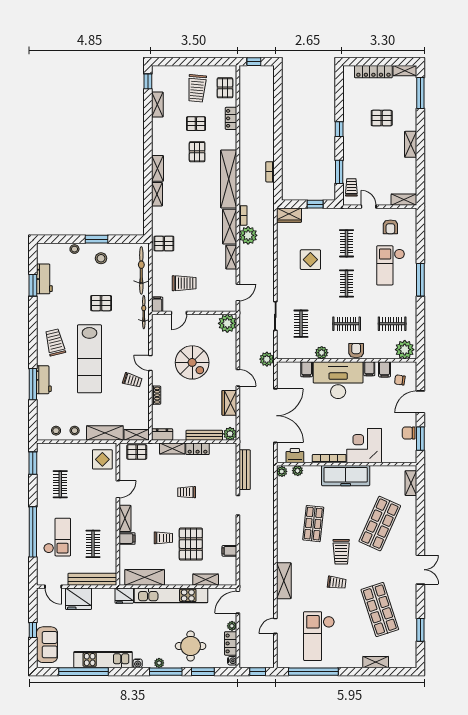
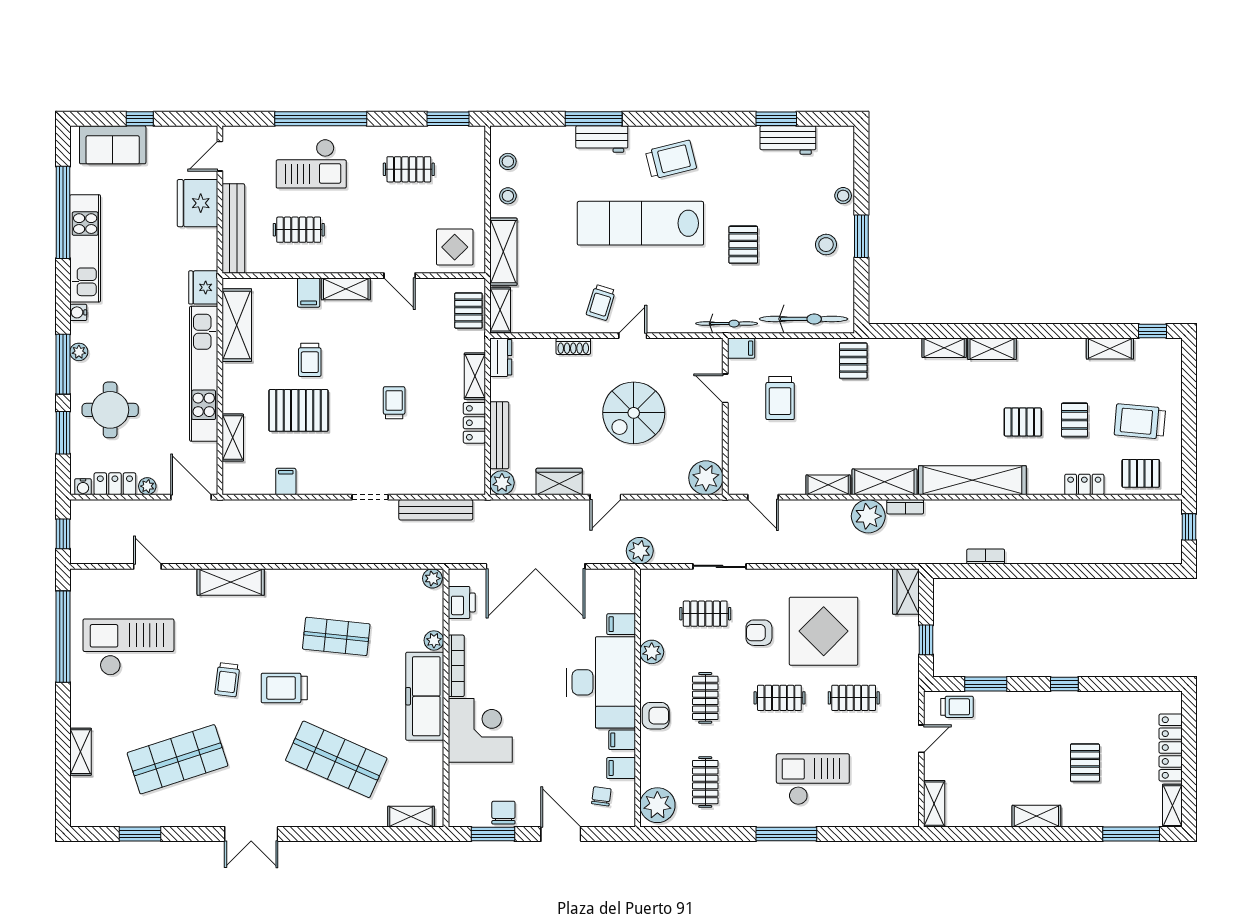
armchair: (390, 227) -> (759, 633), moved
display table: (310, 260) -> (824, 631), width x1.86, depth x1.86
plant: (298, 471) -> (434, 640), moved

